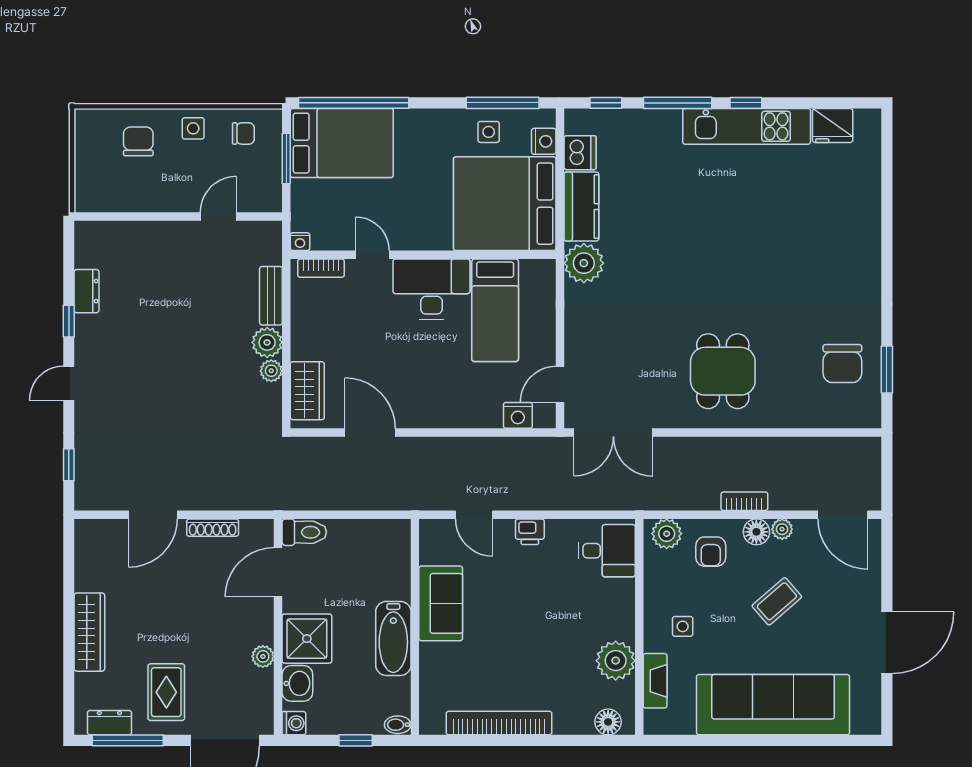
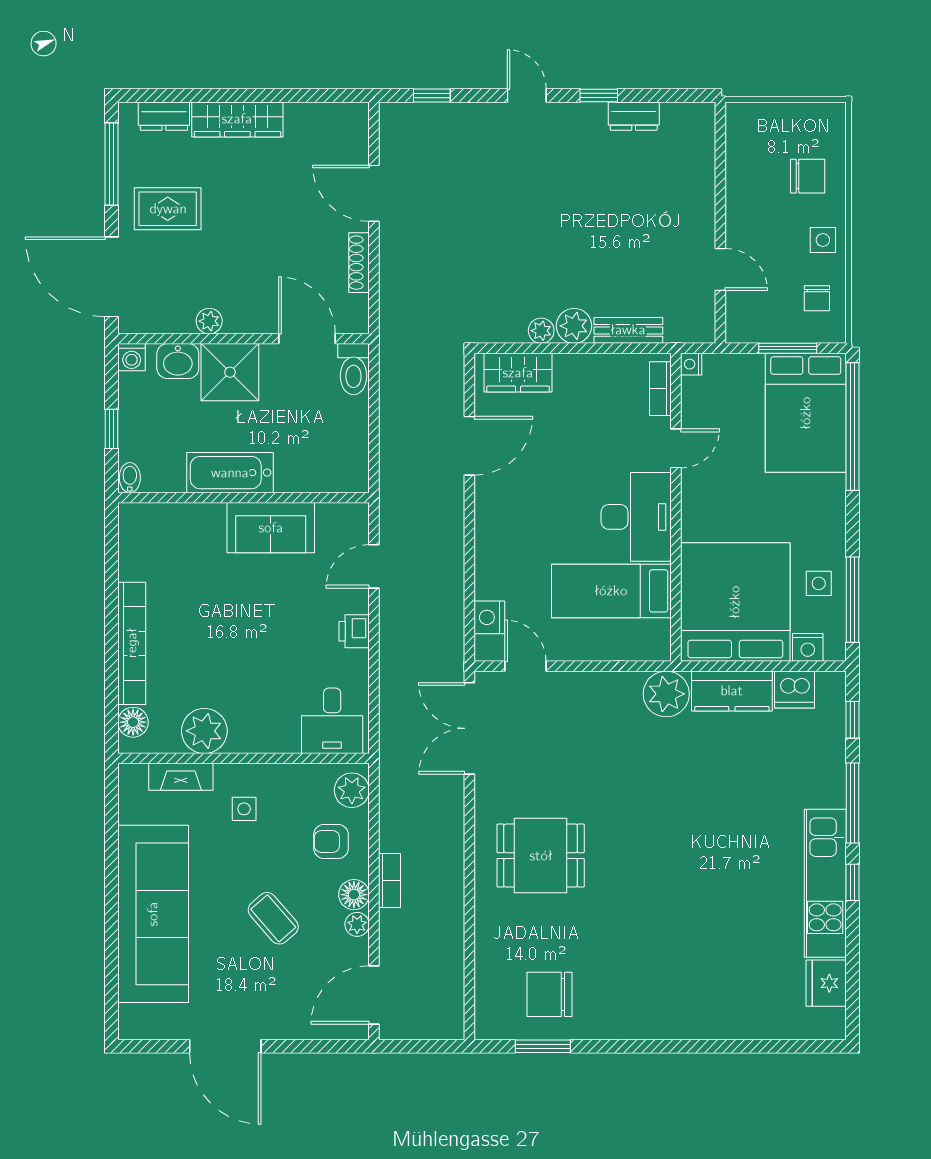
dresser: (109, 723) -> (164, 116), moved, turned 90
bookcase: (499, 723) -> (132, 643), moved

